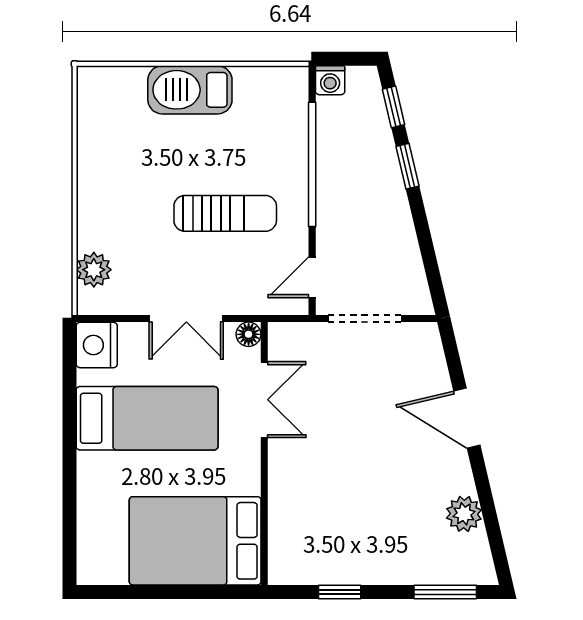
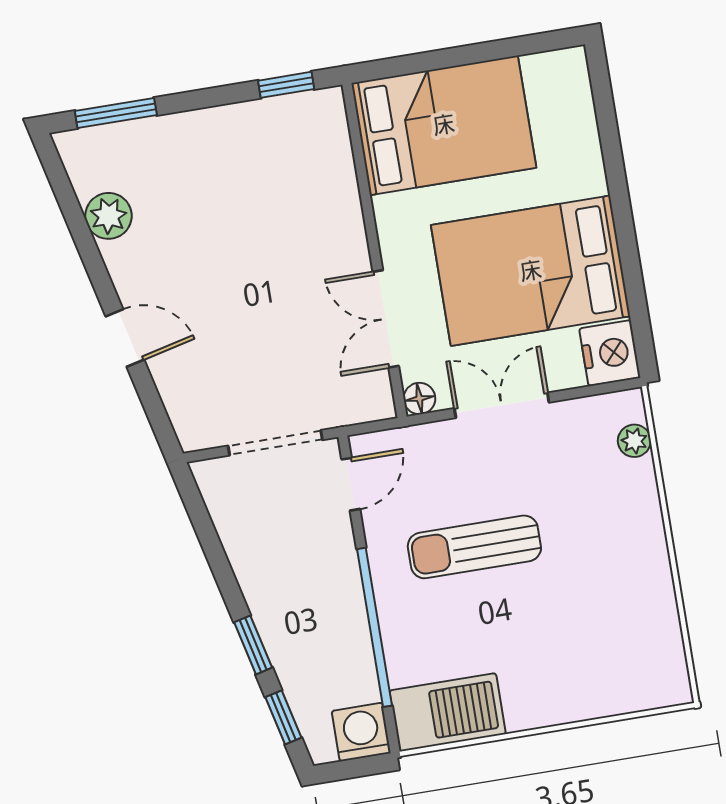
washing machine: (330, 80) -> (361, 732), width x1.38, depth x1.38
barbecue: (190, 90) -> (448, 712), moved
plant: (94, 270) -> (634, 441), width x0.73, depth x0.73
bed: (147, 418) -> (531, 271), width x1.50
door: (467, 418) -> (125, 338), width x0.73
window: (340, 592) -> (286, 85), moved

